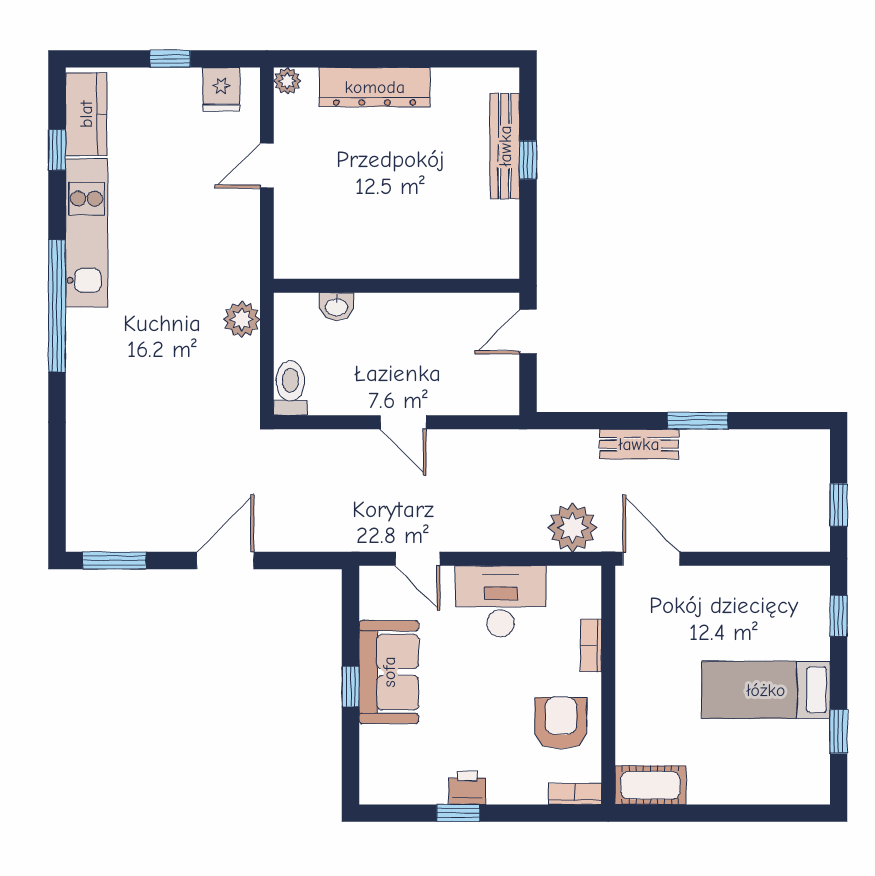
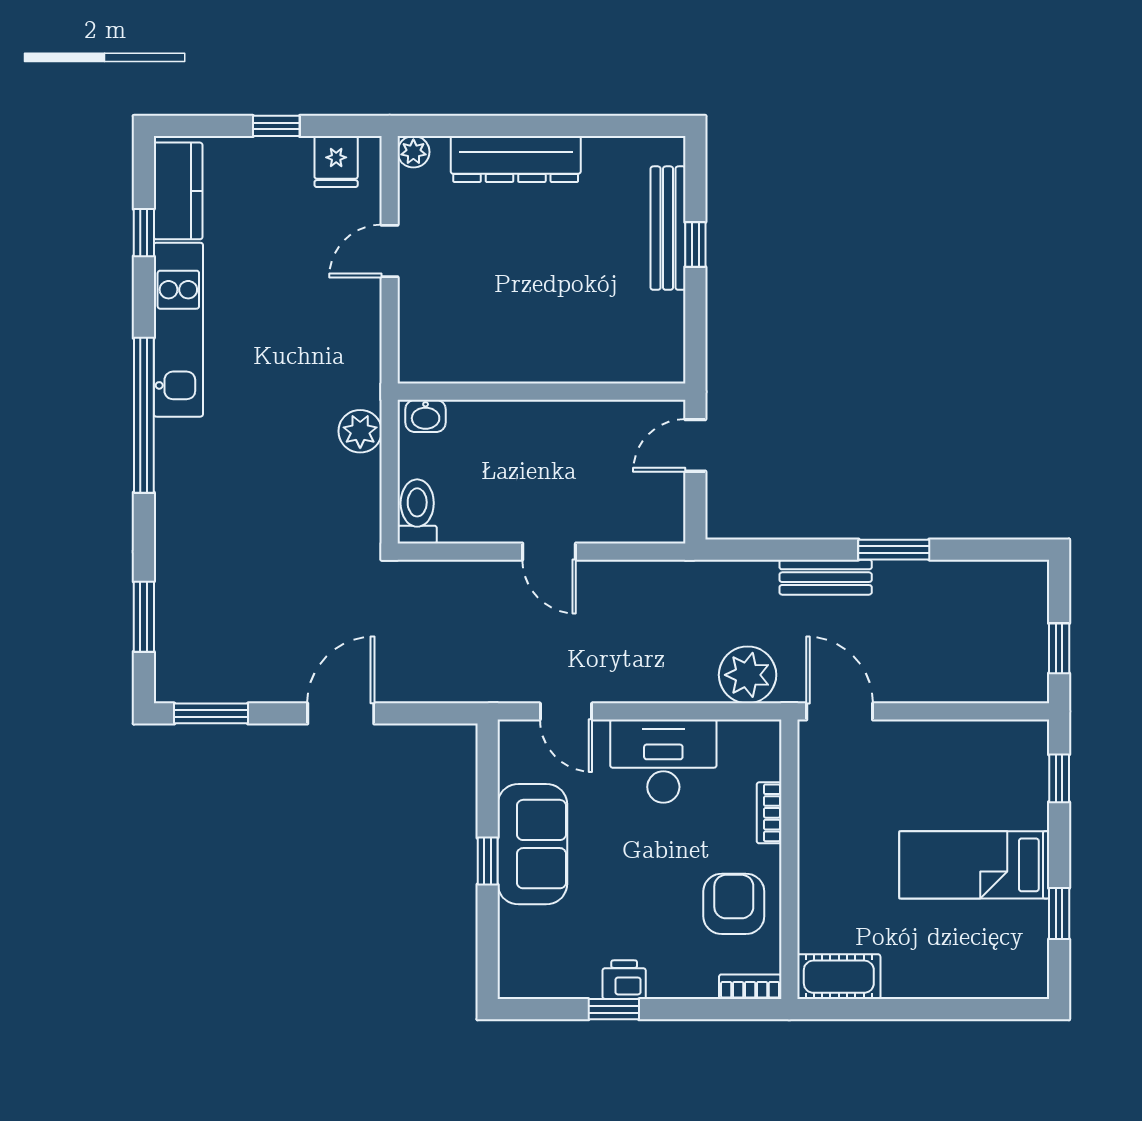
washbasin: (336, 306) -> (426, 416), moved
window: (57, 478) -> (144, 617), added

